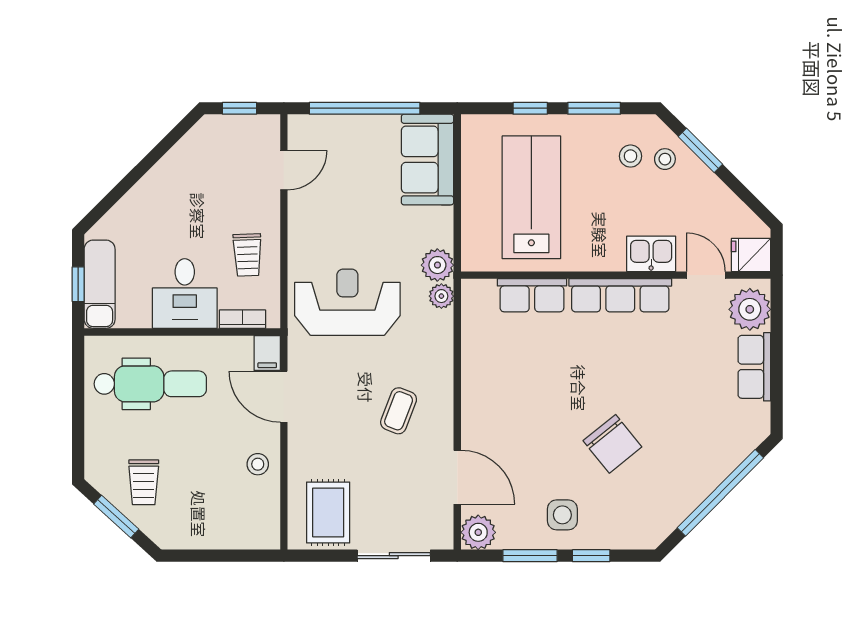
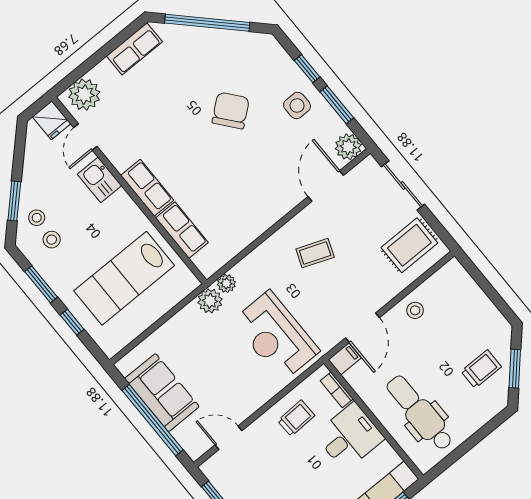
sofa: (428, 160) -> (162, 393), moved, turned -90
row of seats: (620, 295) -> (147, 188), width x0.68
row of seats: (754, 367) -> (134, 49), moved

